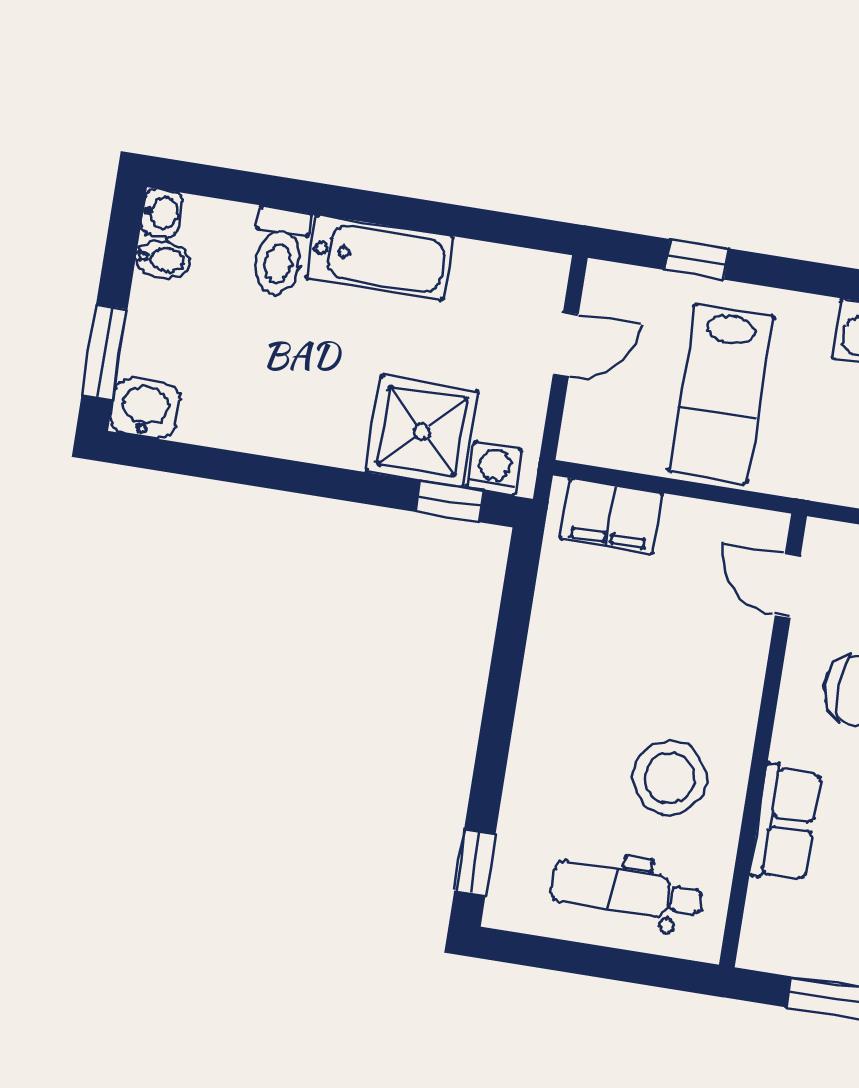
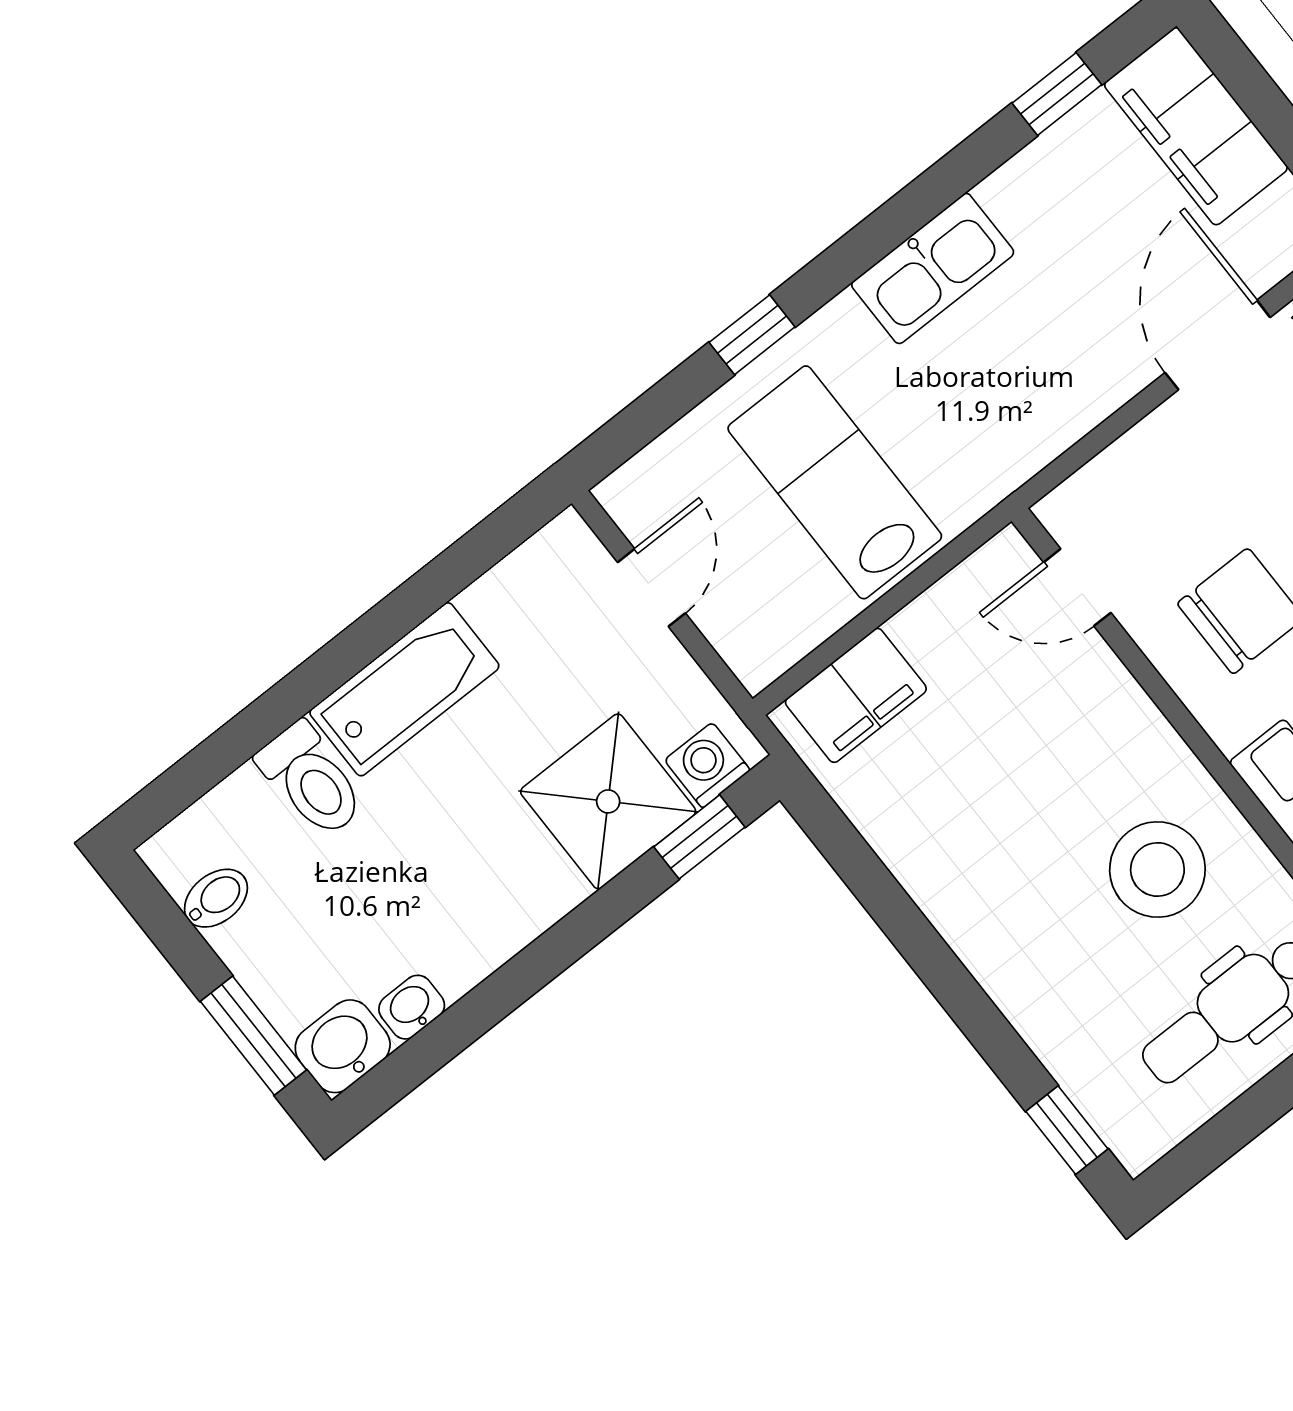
washbasin: (162, 213) -> (412, 1007), moved, turned -90
window: (697, 259) -> (752, 335), moved
lab bench: (721, 393) -> (835, 482), turned 180

